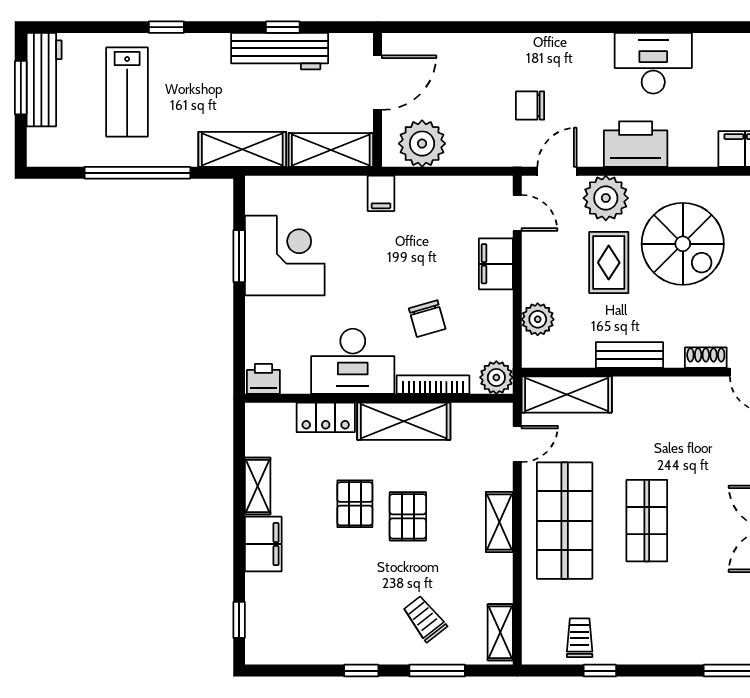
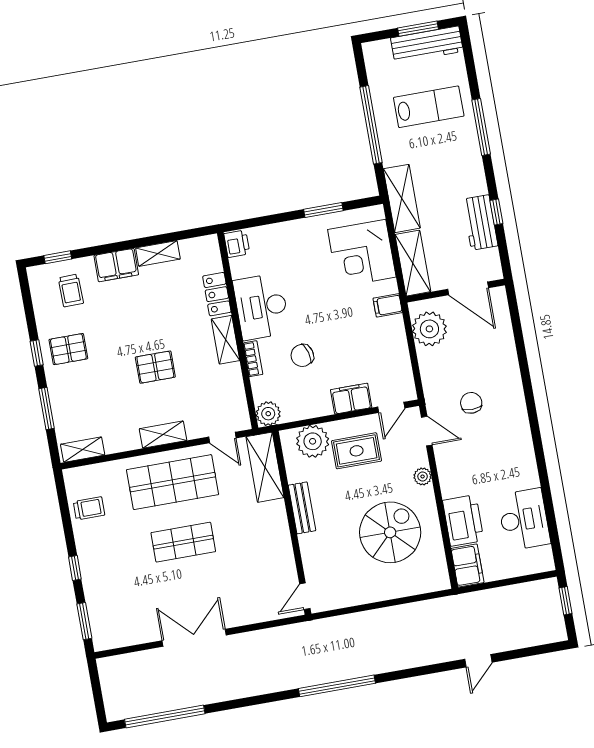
window: (166, 27) -> (481, 127), width x2.17
workbench: (280, 51) -> (480, 223), width x0.73
desk: (653, 63) -> (524, 519), moved
lab bench: (127, 92) -> (429, 107), turned 180
printer: (636, 144) -> (463, 520), moved
plant: (606, 198) -> (423, 476), width x0.53, depth x0.53
spiral stairs: (683, 244) -> (390, 532), turned 180
corner desk: (285, 256) -> (362, 253), moved, turned 90
rug: (609, 263) -> (357, 451), moved
plant: (538, 319) -> (313, 441), width x1.36, depth x1.36
shoe rack: (706, 358) -> (310, 564), removed
bookcase: (433, 385) -> (253, 359), width x0.64
shelving: (404, 421) -> (226, 340), width x0.67, depth x0.75
pallet: (355, 504) -> (68, 349), moved
trolley: (425, 619) -> (71, 291), moved, turned 127
window: (600, 671) -> (75, 568), moved

